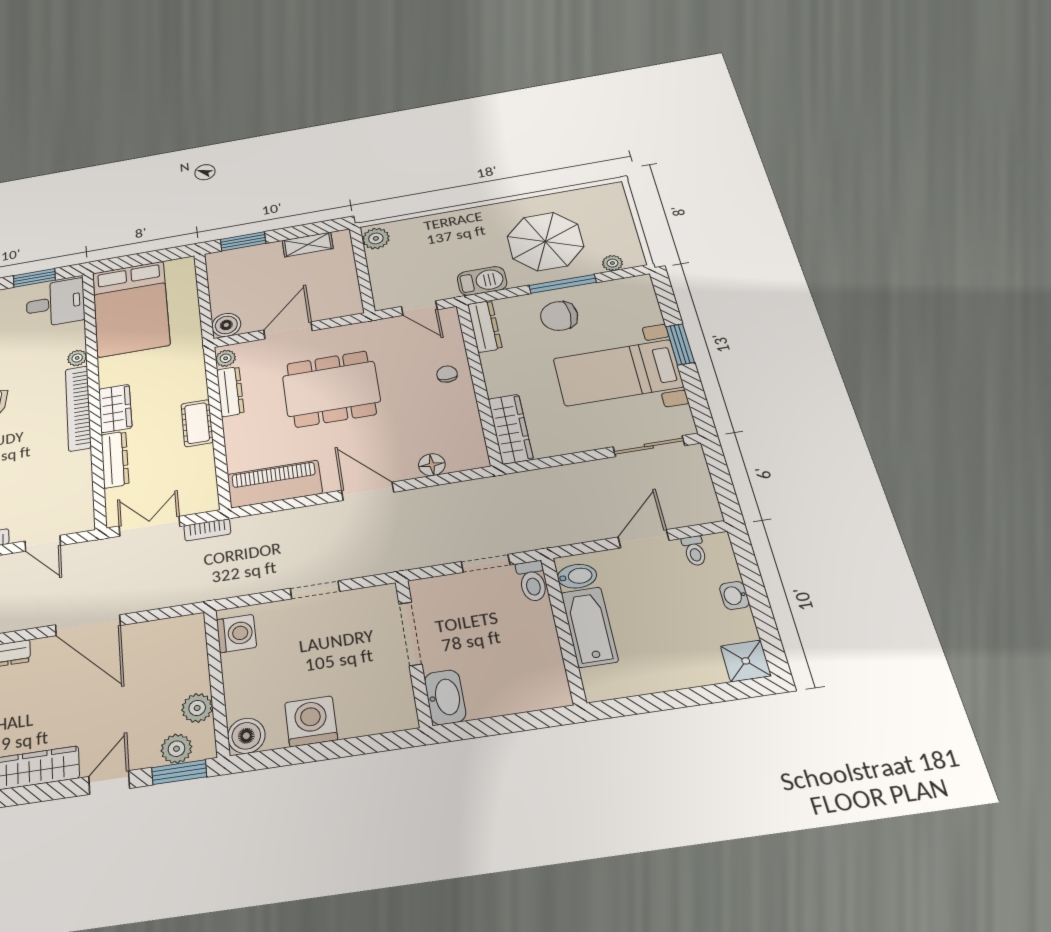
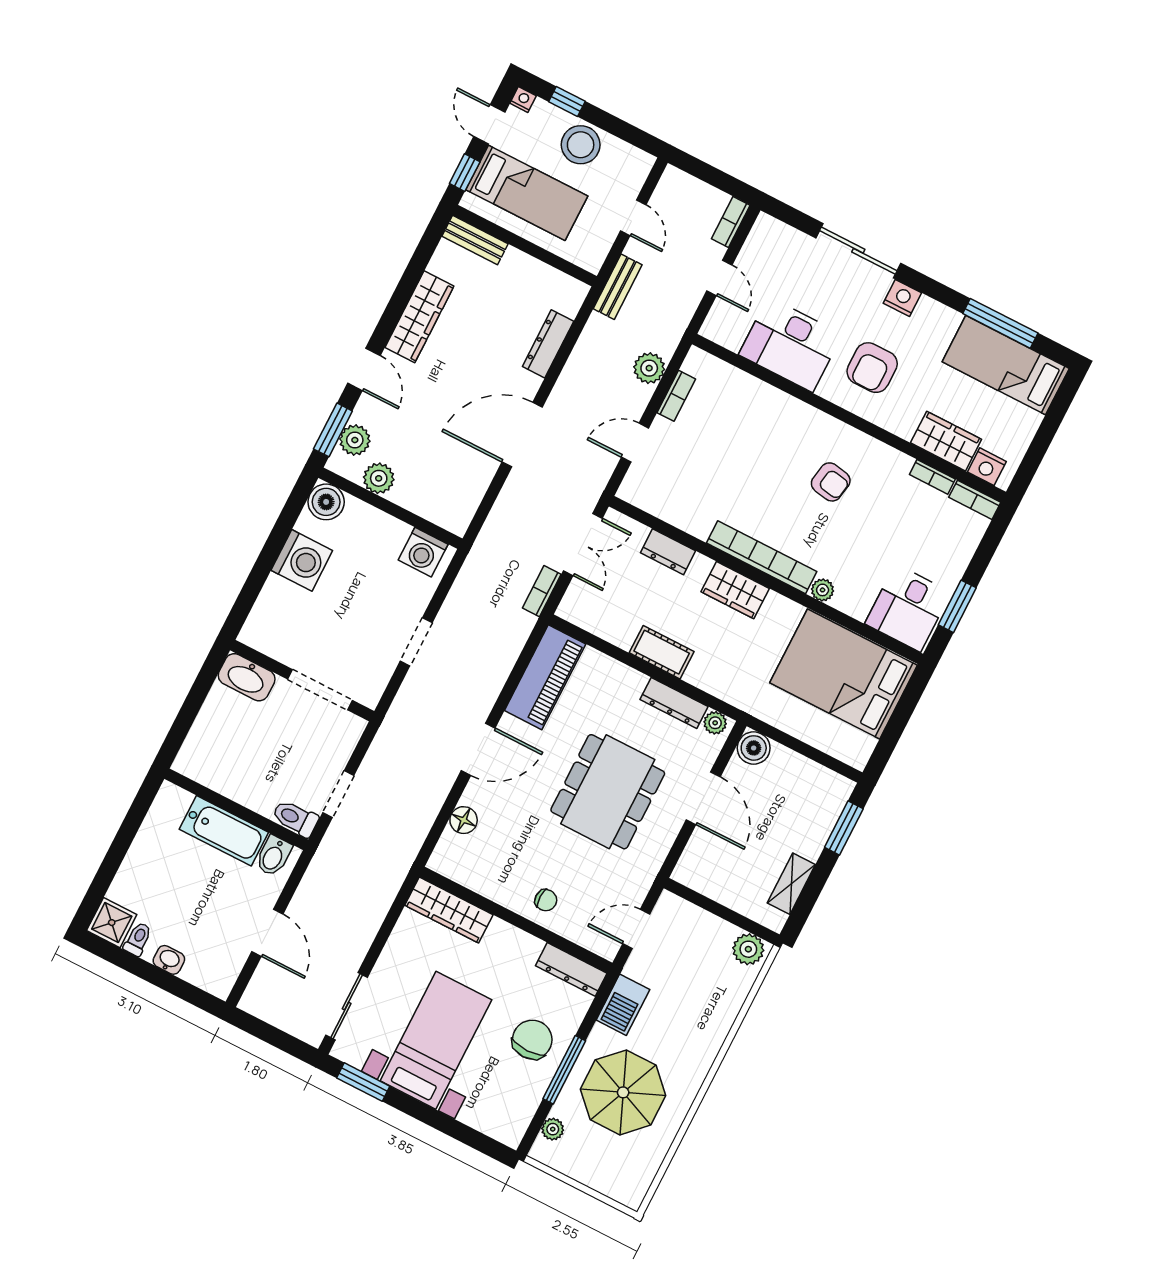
window: (680, 344) -> (363, 1082), moved
dresser: (115, 460) -> (668, 552), width x0.70
toilet: (694, 551) -> (138, 939), moved, turned 90

